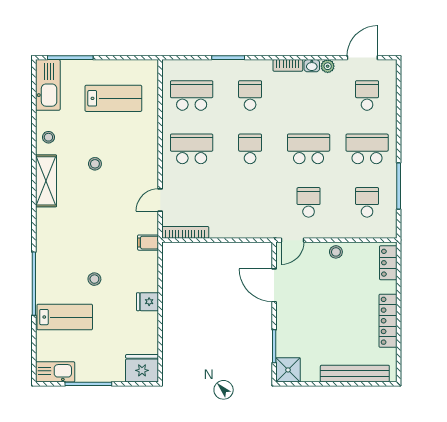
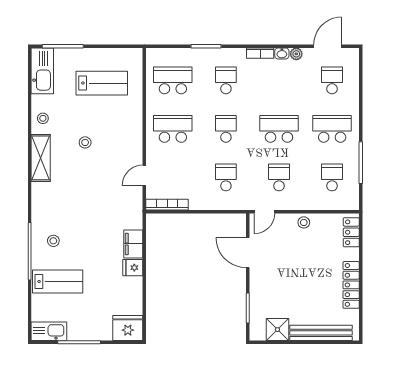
school desk: (250, 202) -> (226, 177), added
filing cabinet: (148, 243) -> (133, 244), moved, width x2.00
stool: (94, 279) -> (53, 241), moved
shower: (288, 370) -> (277, 330), moved

